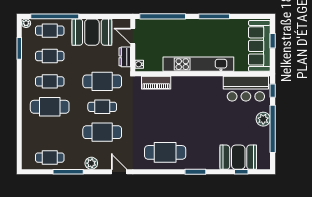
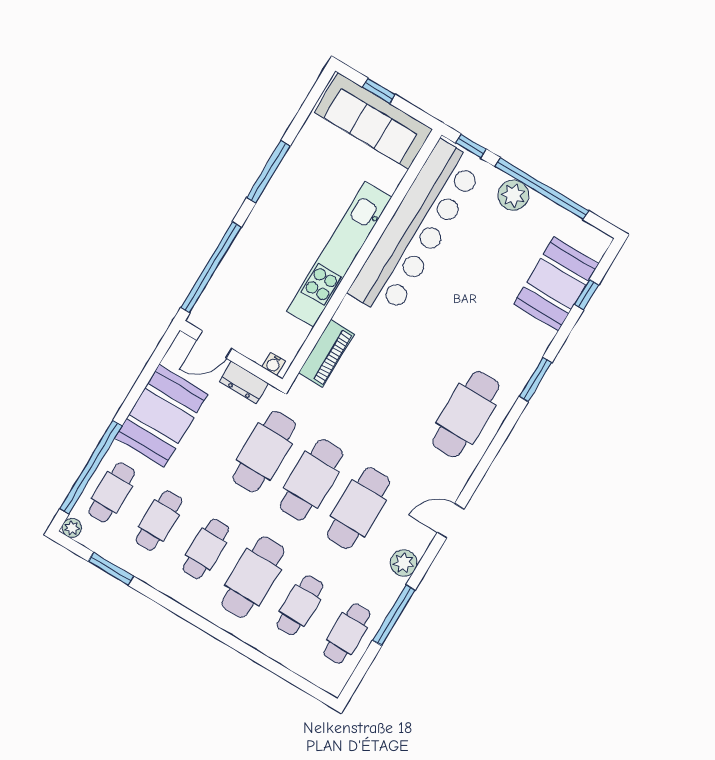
bar counter: (246, 89) -> (416, 229), width x1.86
cafe table: (102, 107) -> (311, 480), width x1.37, depth x1.35
cafe table: (50, 132) -> (300, 605), added

